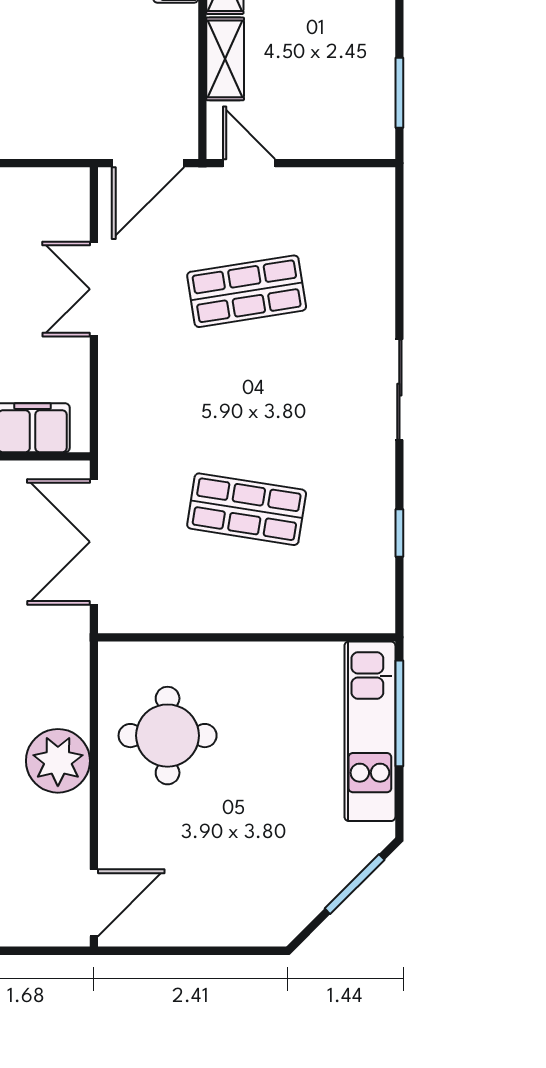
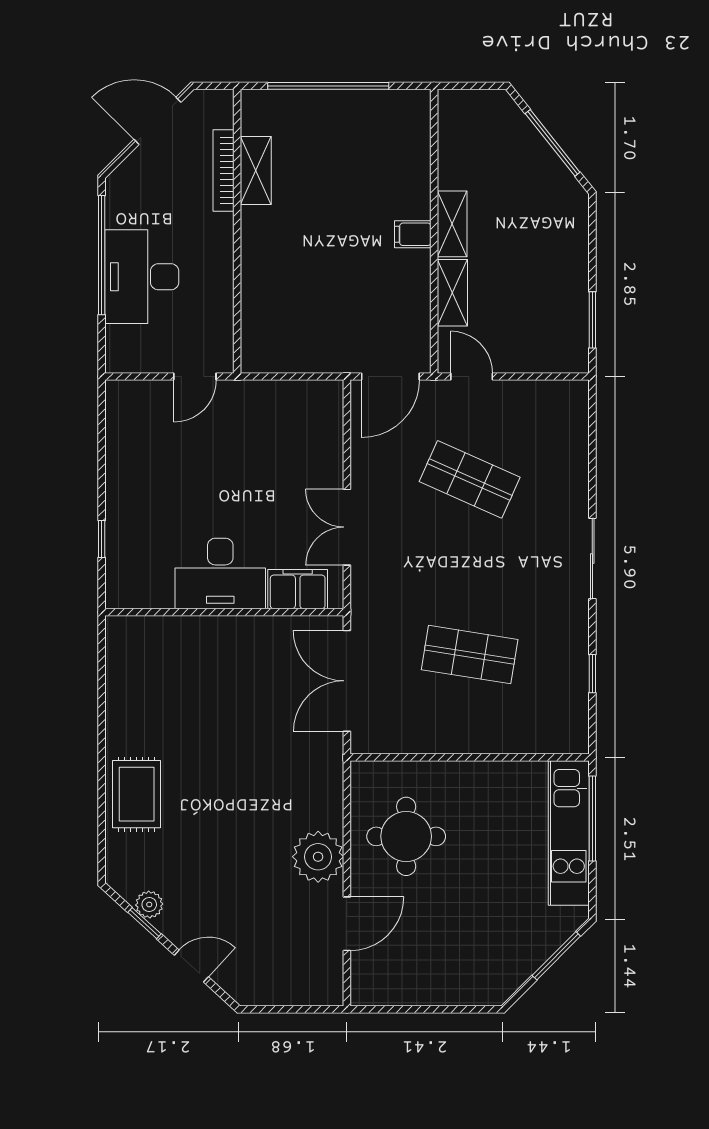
double door: (94, 289) -> (347, 527), moved
shop shelf: (247, 291) -> (470, 479), turned 33
door: (94, 903) -> (347, 924), moved

